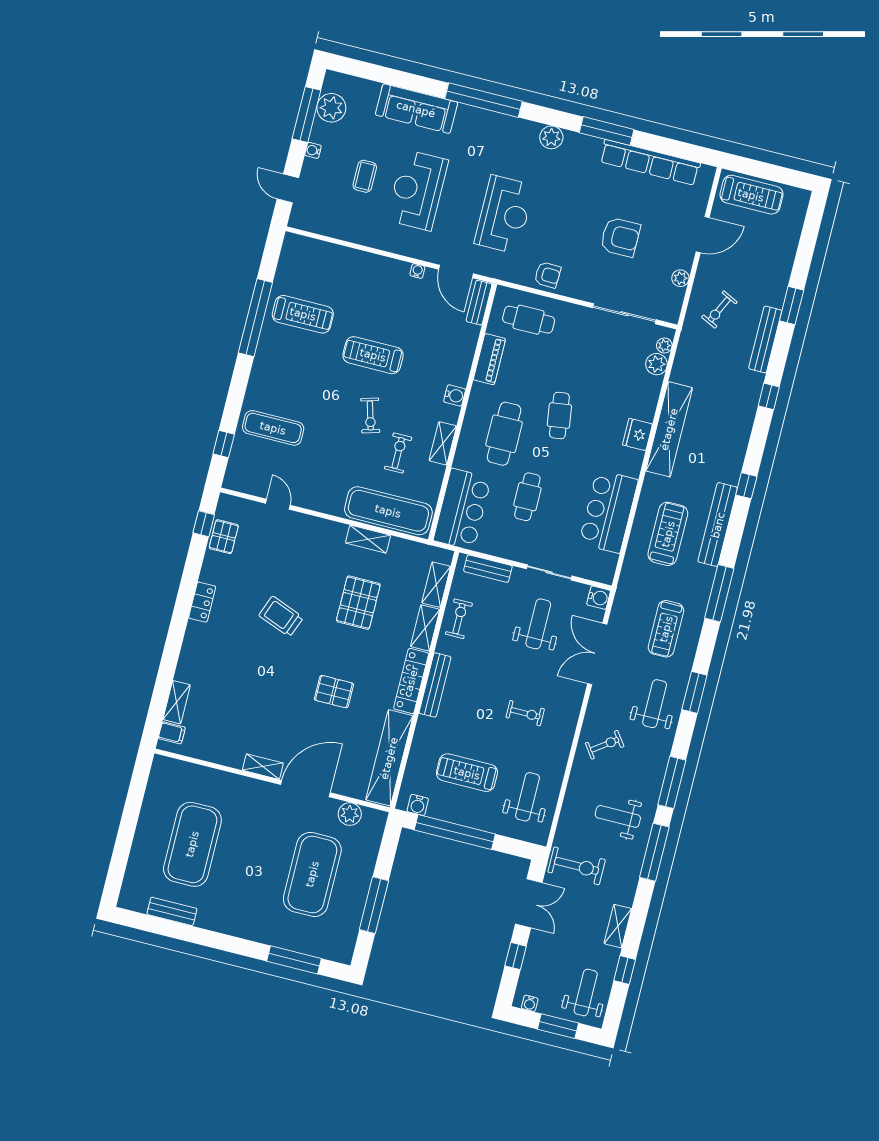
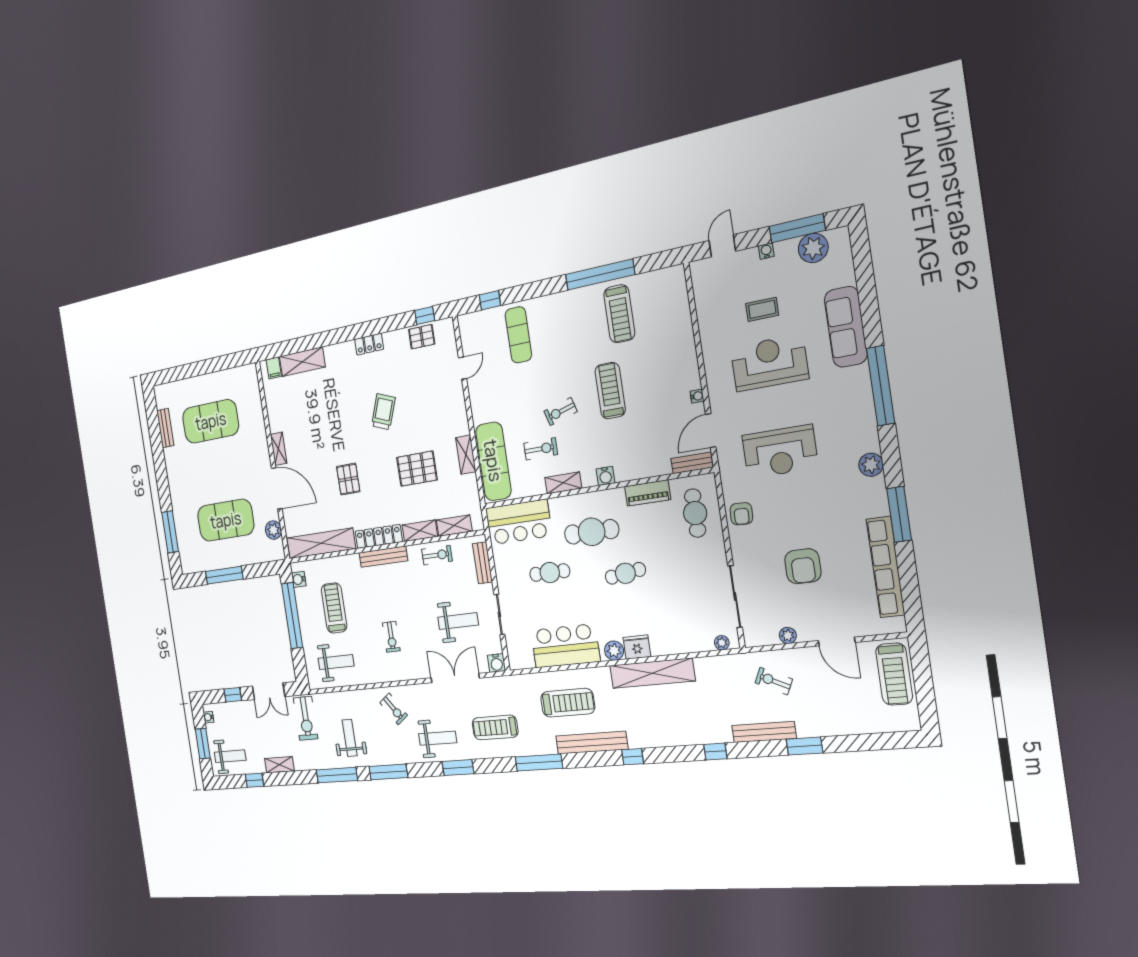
plant: (657, 364) -> (614, 651), moved
shelving: (177, 702) -> (302, 362), width x1.50, depth x1.33

